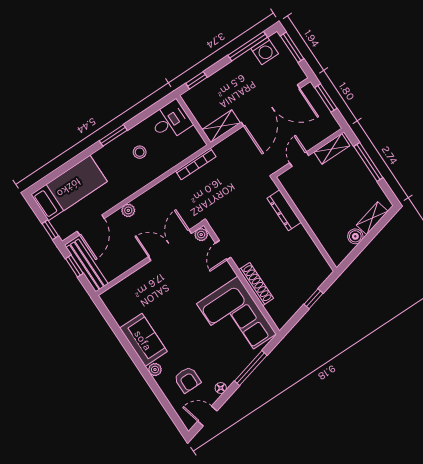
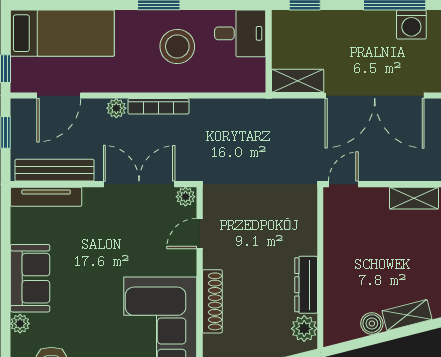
stool: (140, 152) -> (177, 46), width x1.89, depth x1.89
door: (299, 159) -> (343, 184), moved
bookcase: (196, 164) -> (158, 106), moved
dresser: (284, 210) -> (306, 285), moved
bench: (87, 265) -> (54, 170), moved, turned 90
plant: (319, 265) -> (304, 329), added
tv unit: (122, 287) -> (46, 197), added

